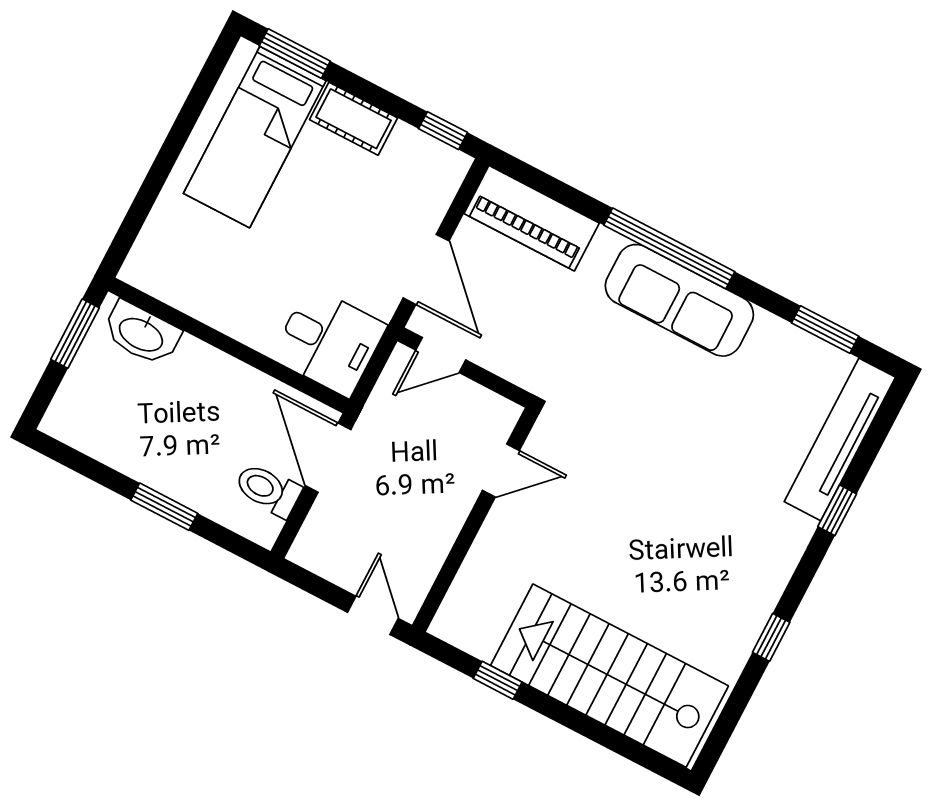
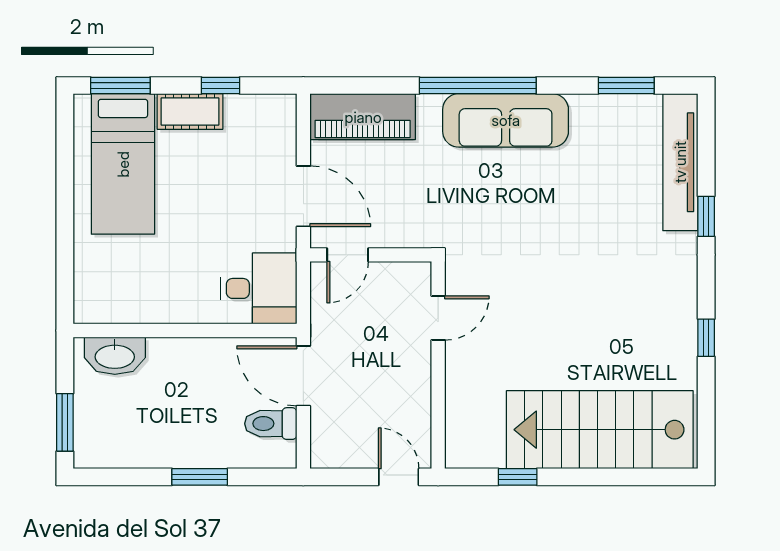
window: (443, 131) -> (221, 85), moved
window: (75, 334) -> (65, 422), moved

